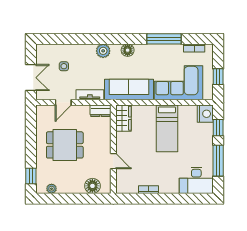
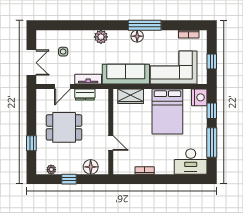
window: (164, 39) -> (145, 25), moved
floor lamp: (128, 50) -> (137, 36), moved
dresser: (100, 111) -> (85, 95), moved
wardrobe: (123, 118) -> (131, 96), moved, turned 90
bed: (167, 128) -> (167, 112), width x1.50
window: (31, 176) -> (31, 143), moved
window: (70, 199) -> (69, 179), added

